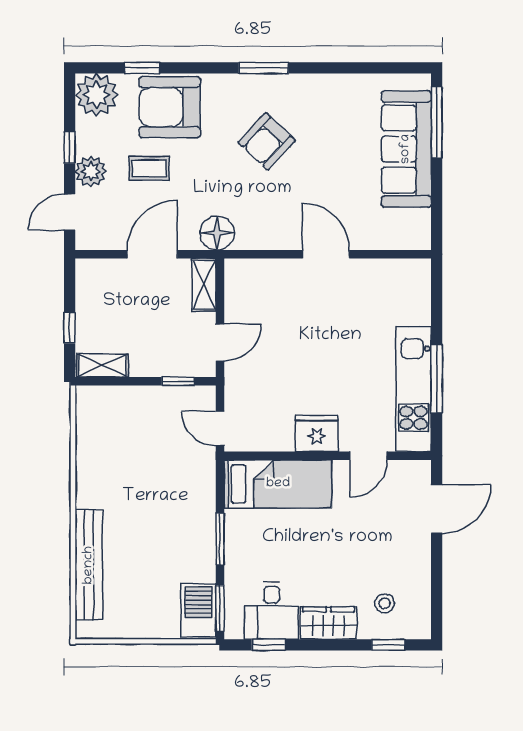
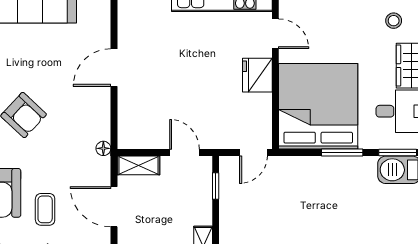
floor lamp: (217, 233) -> (103, 148), width x0.53, depth x0.53
bed: (278, 484) -> (318, 106), width x2.04

